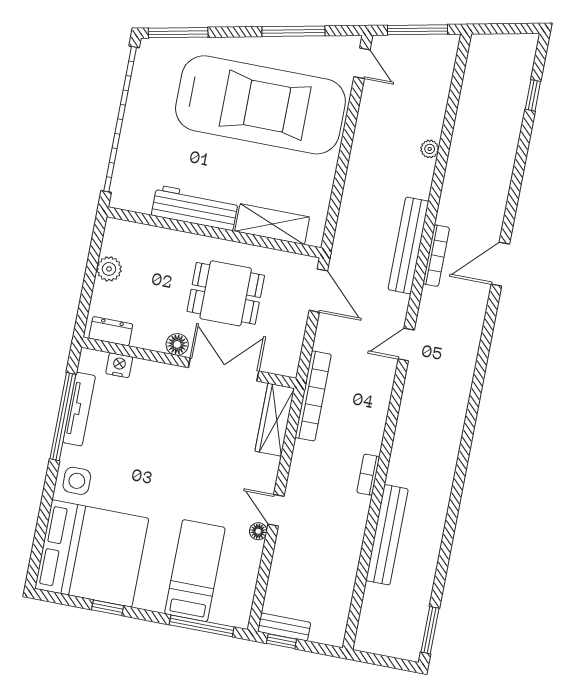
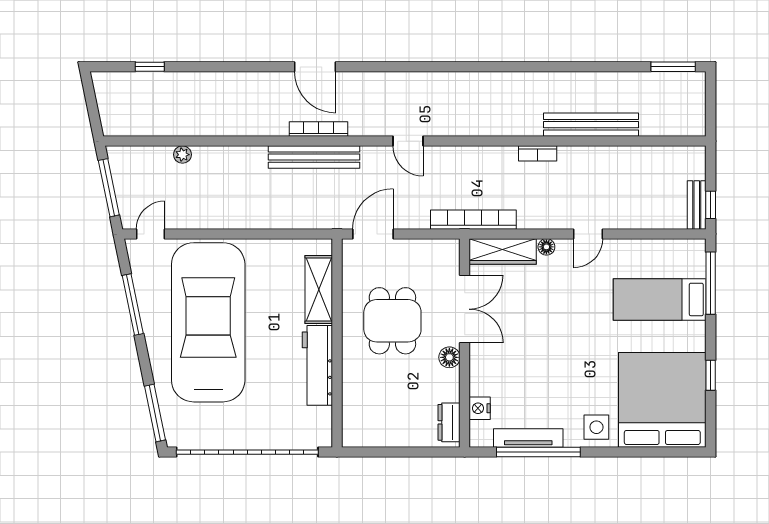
plant: (430, 149) -> (182, 155), moved
plant: (109, 269) -> (391, 435), removed
double door: (224, 369) -> (465, 309), swing flipped
floor lamp: (258, 531) -> (546, 247), moved

